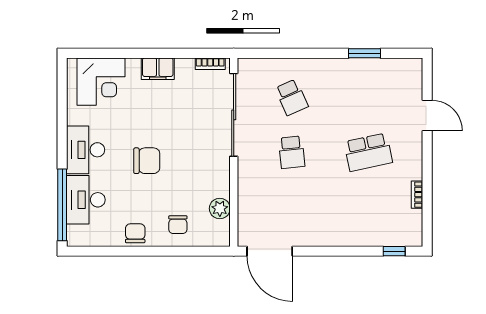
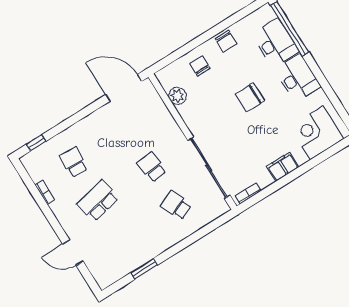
school desk: (368, 207) -> (74, 162), added

